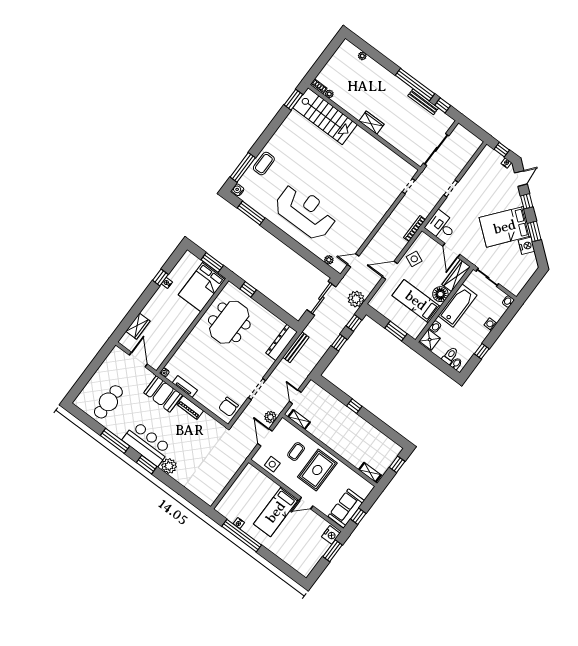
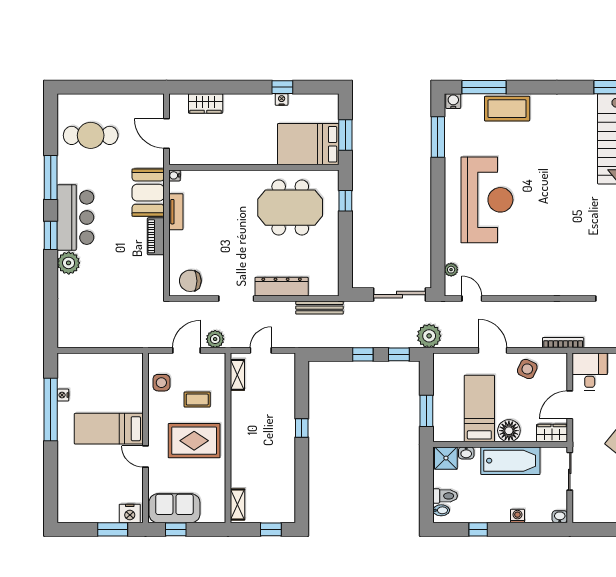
coffee table: (264, 164) -> (507, 109), width x1.36, depth x1.32
wardrobe: (456, 276) -> (552, 433), width x0.67
dresser: (282, 343) -> (282, 287), moved
door: (138, 360) -> (167, 133), swing flipped

